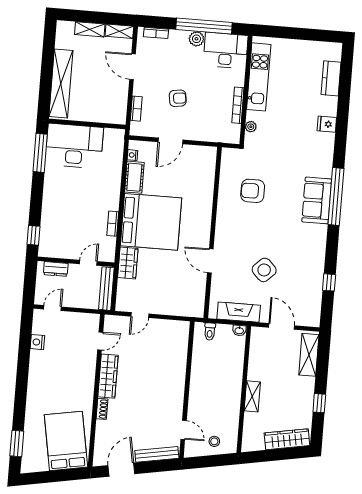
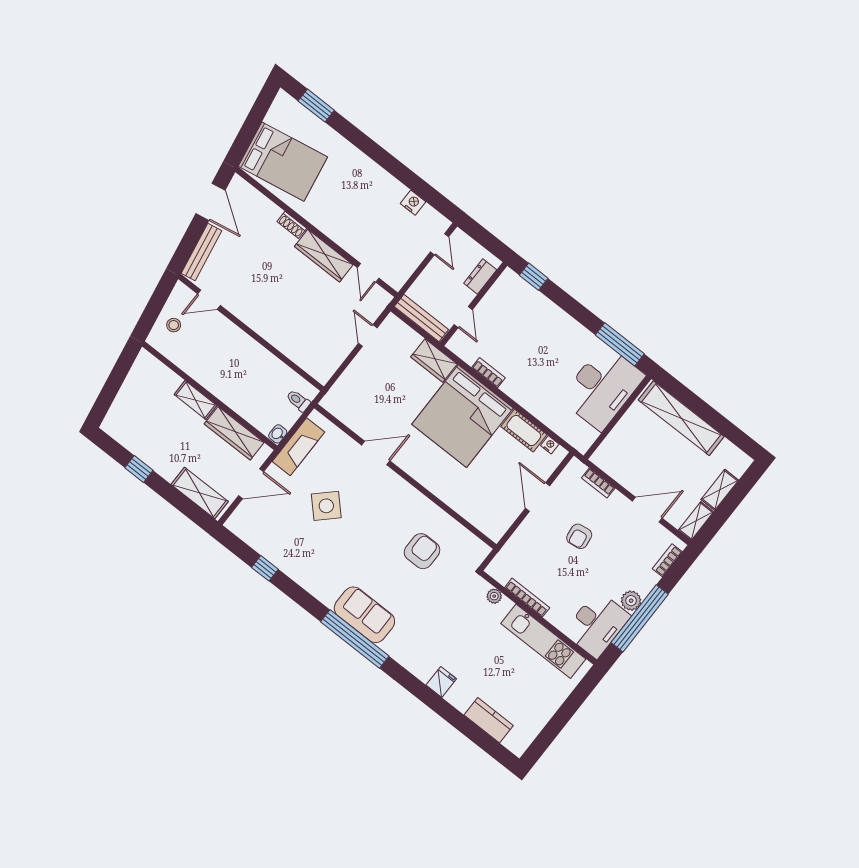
wardrobe: (287, 439) -> (234, 433), moved, turned 100

